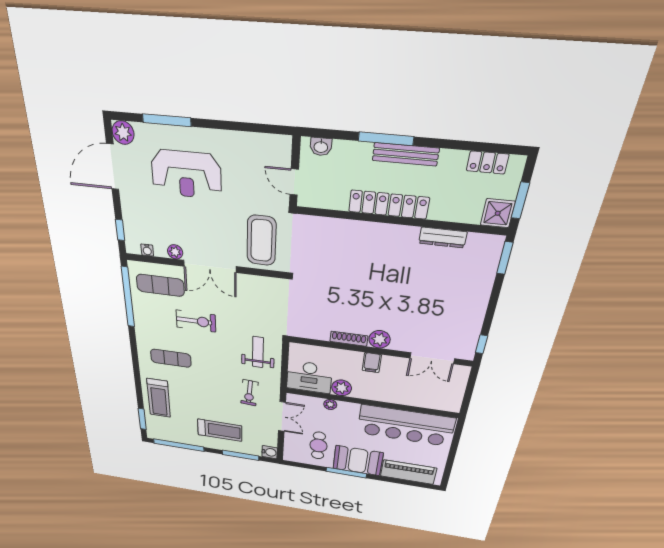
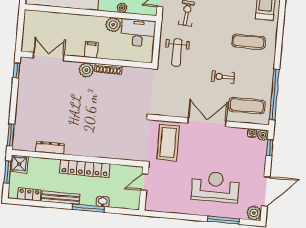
washbasin: (321, 147) -> (103, 202), moved
bench: (406, 154) -> (60, 198), moved
door: (294, 182) -> (144, 182), swing flipped
plant: (175, 252) -> (263, 135), moved
exercise bike: (196, 321) -> (223, 77), width x0.73, depth x0.72

